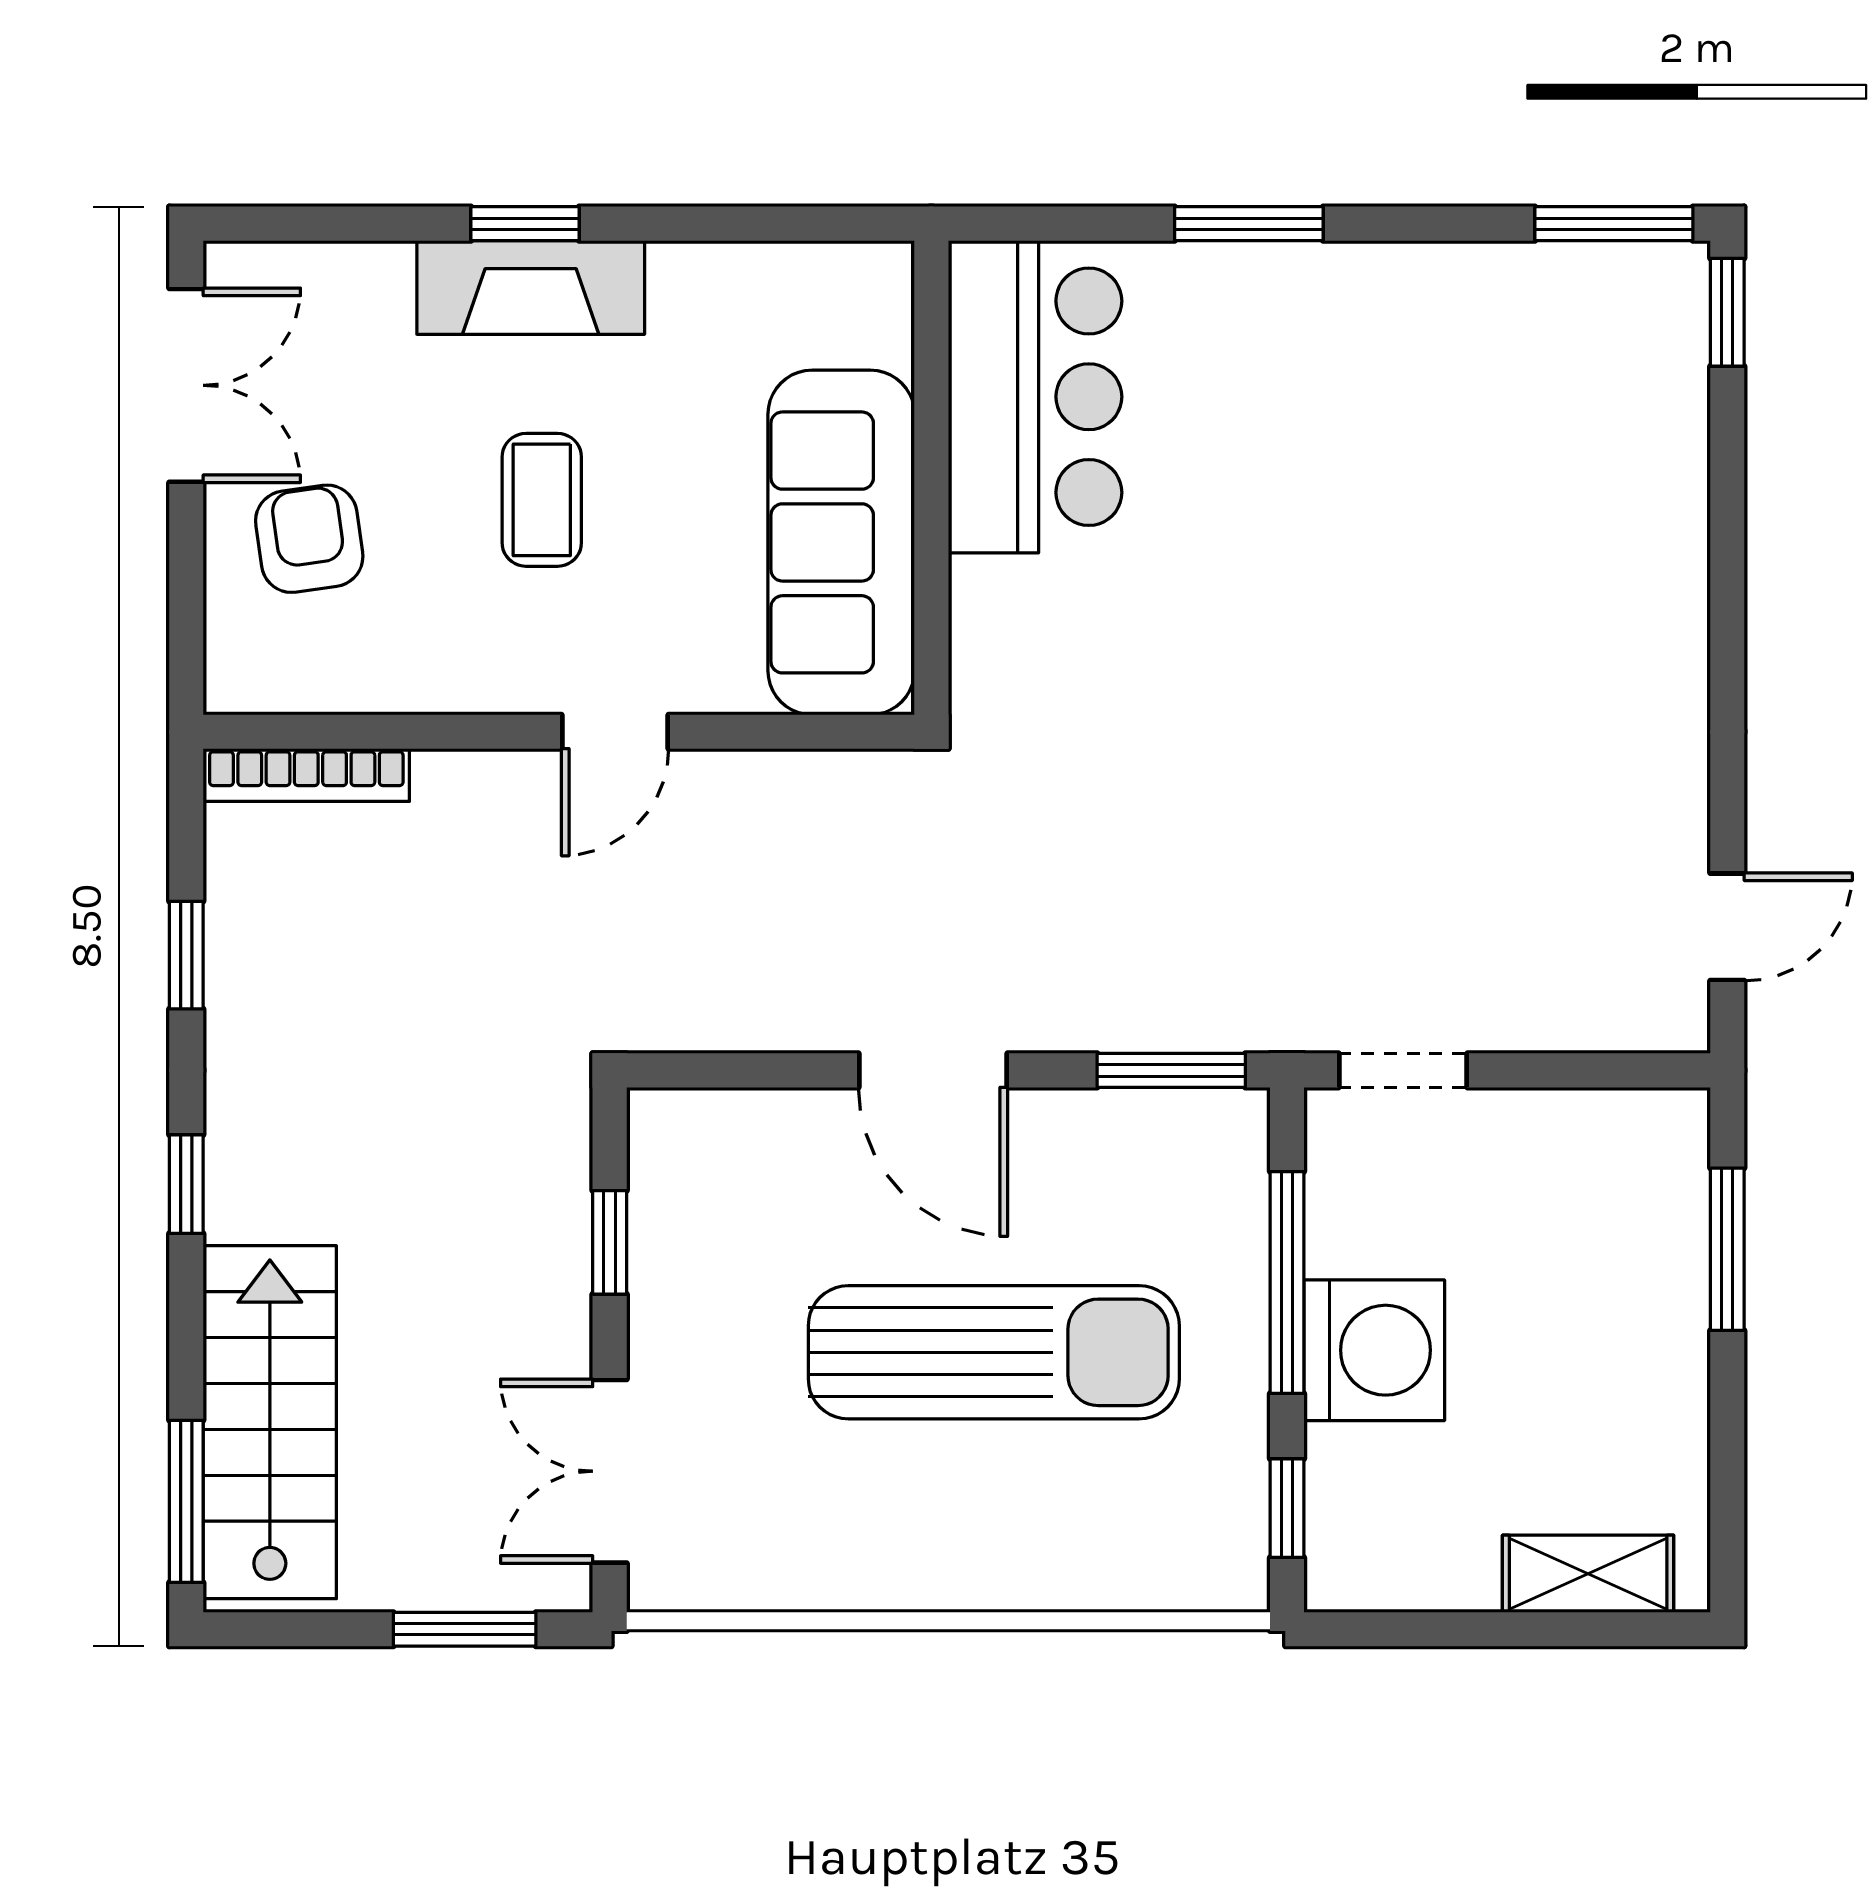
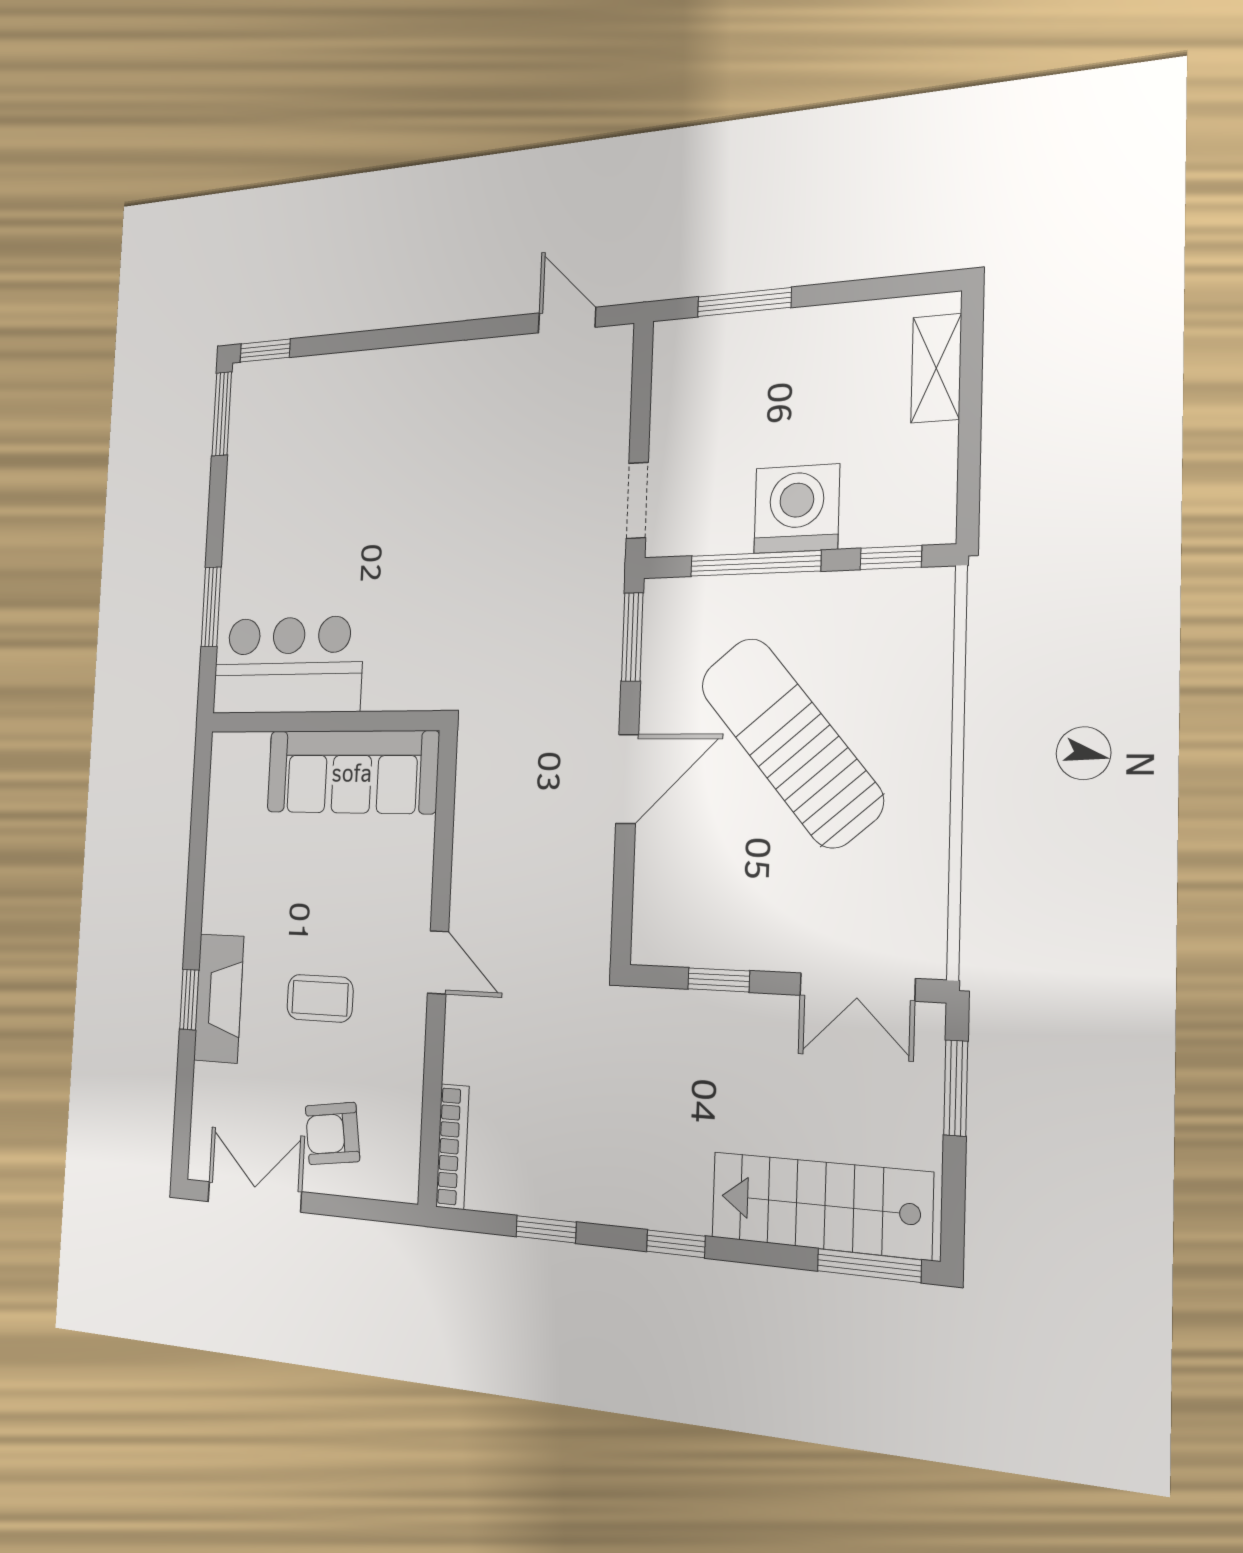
bar counter: (1035, 397) -> (288, 665), moved
wall: (931, 478) -> (323, 722), moved
sofa: (841, 542) -> (352, 772), moved
sun lounger: (994, 1352) -> (791, 742), turned -40

